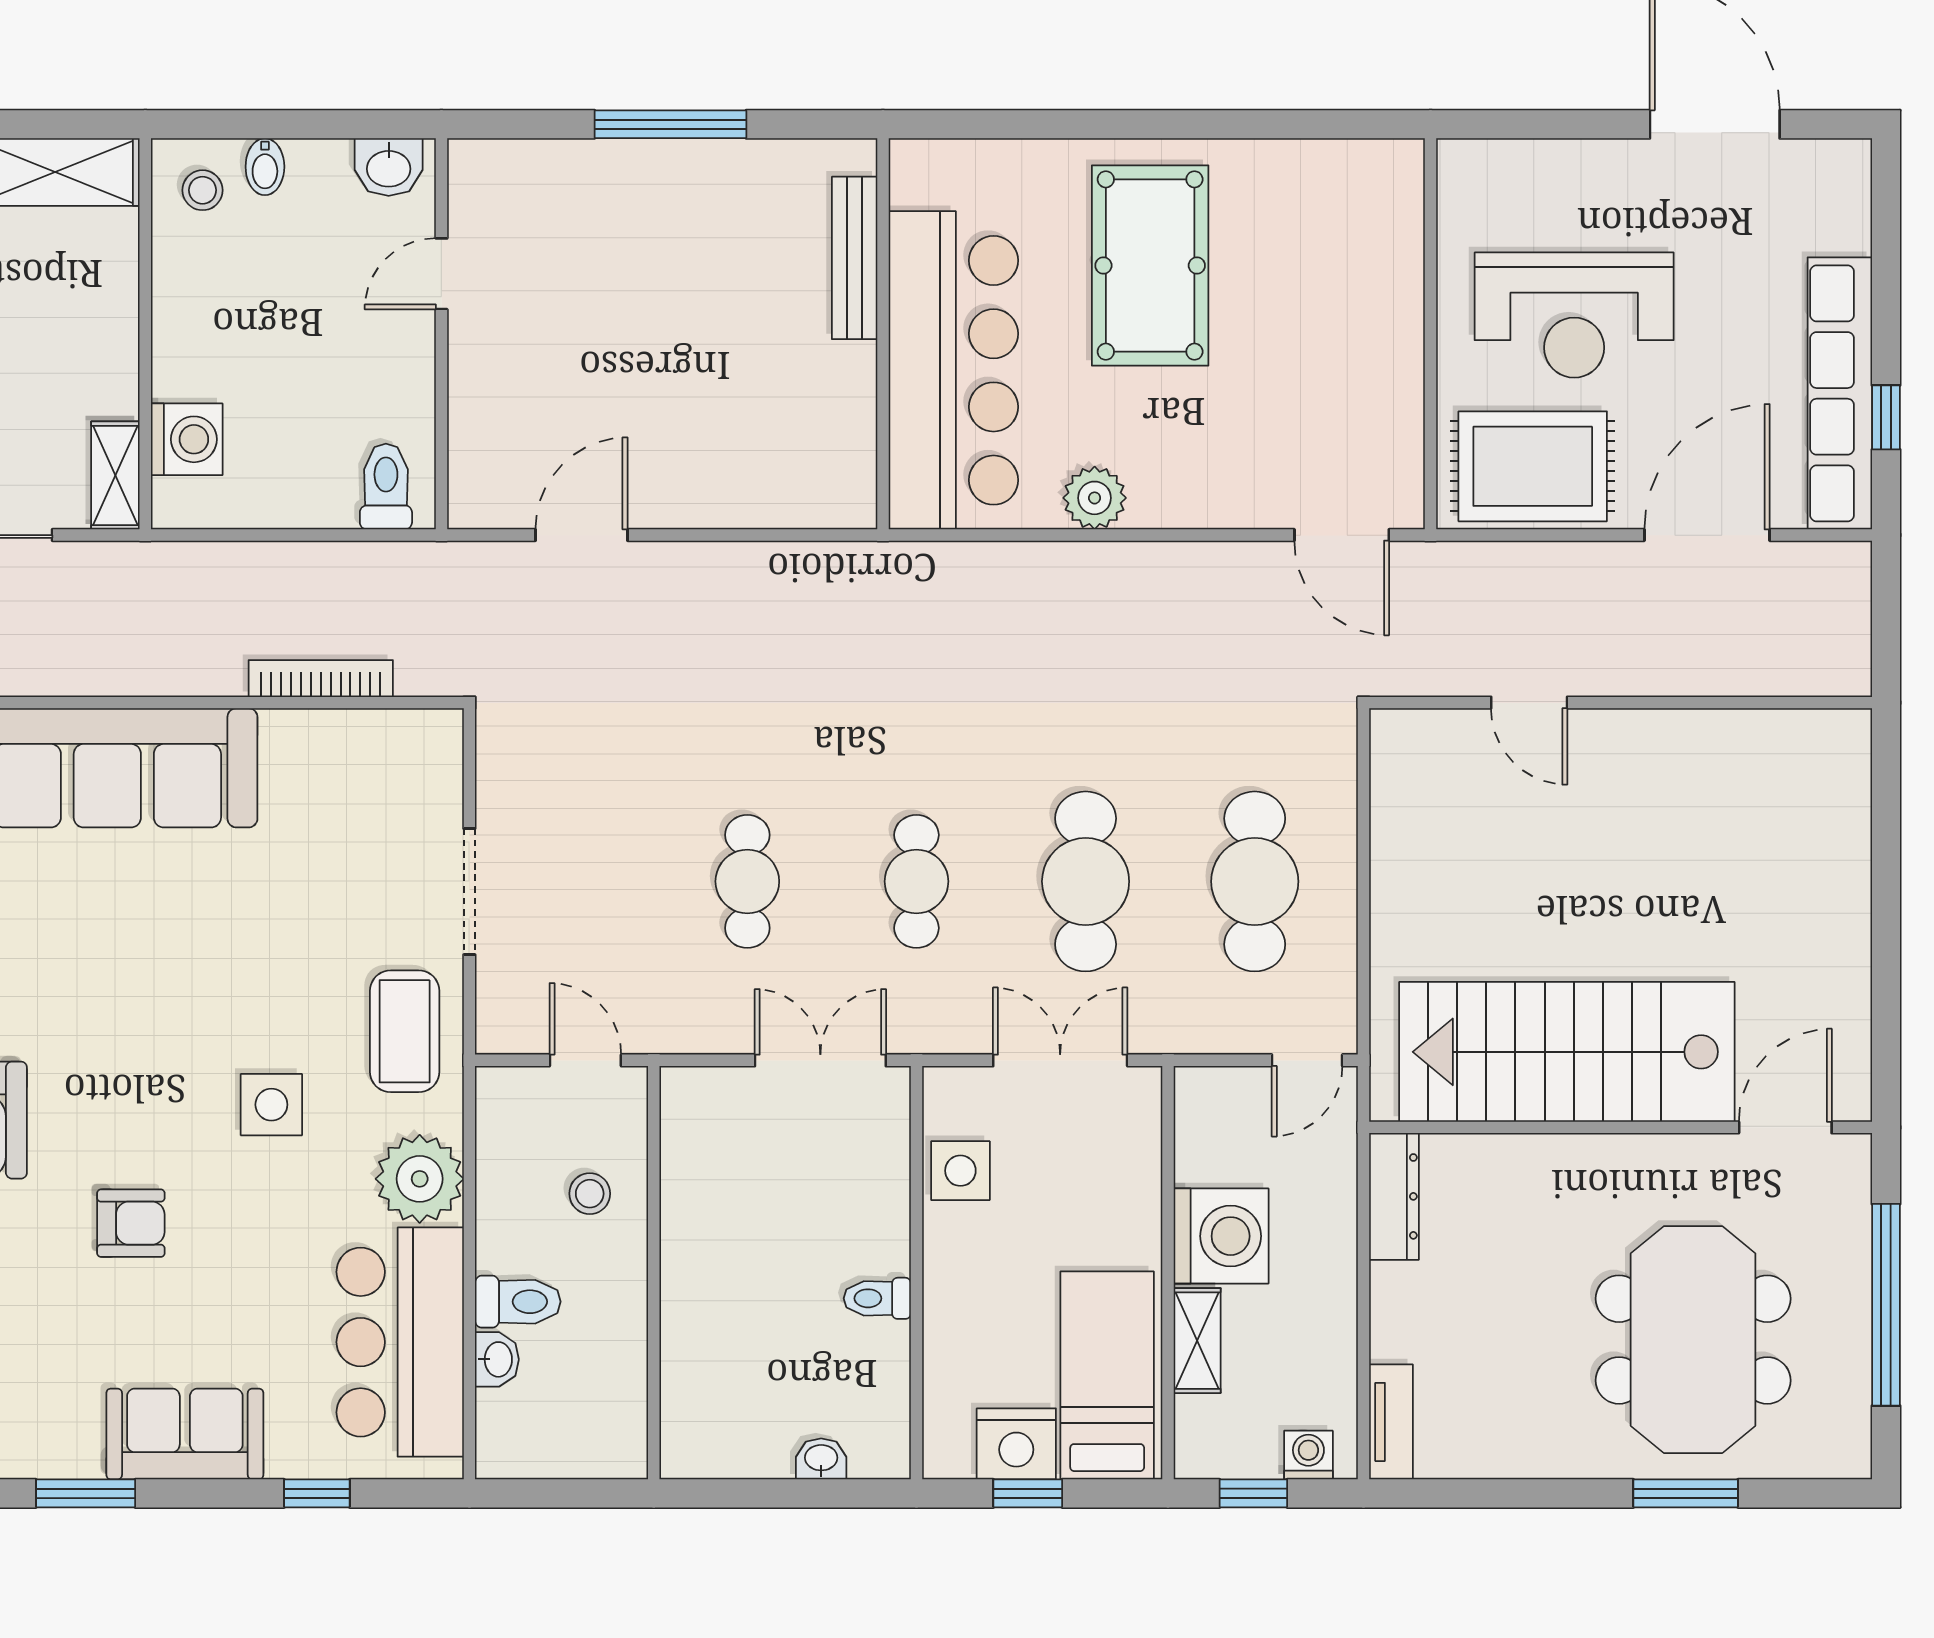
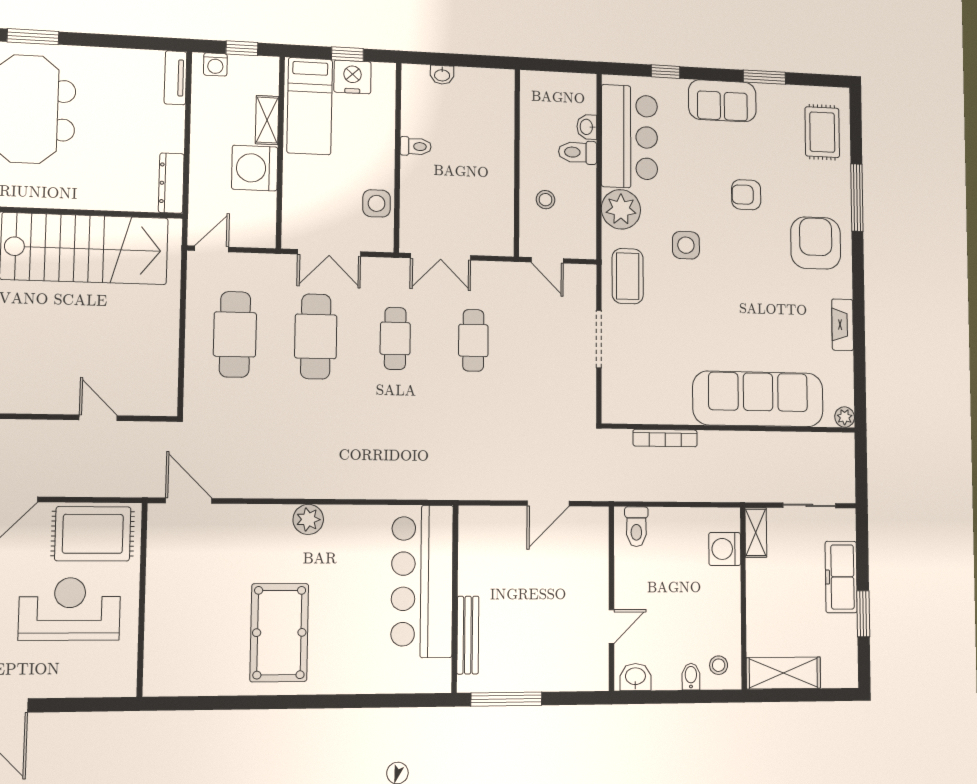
bench: (855, 258) -> (468, 635), moved
wall: (883, 334) -> (455, 599), moved
bar counter: (953, 370) -> (422, 581), moved

